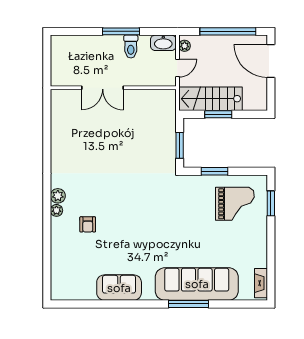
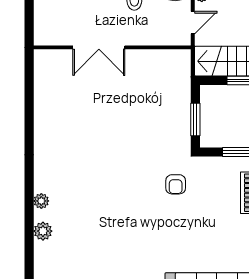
plant: (58, 196) -> (43, 231), moved
armchair: (88, 224) -> (176, 184), moved

